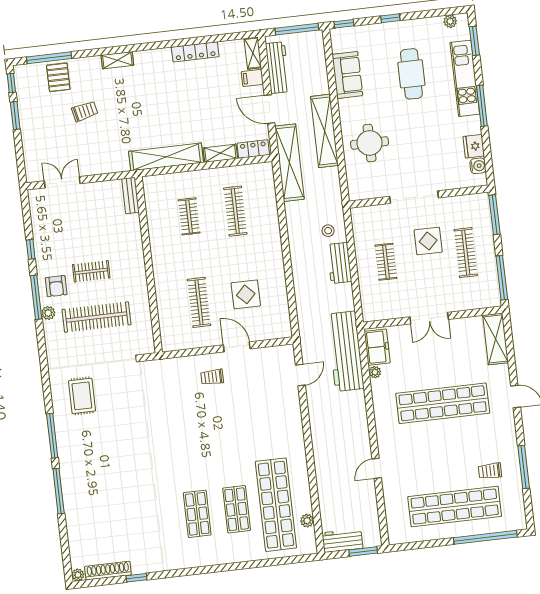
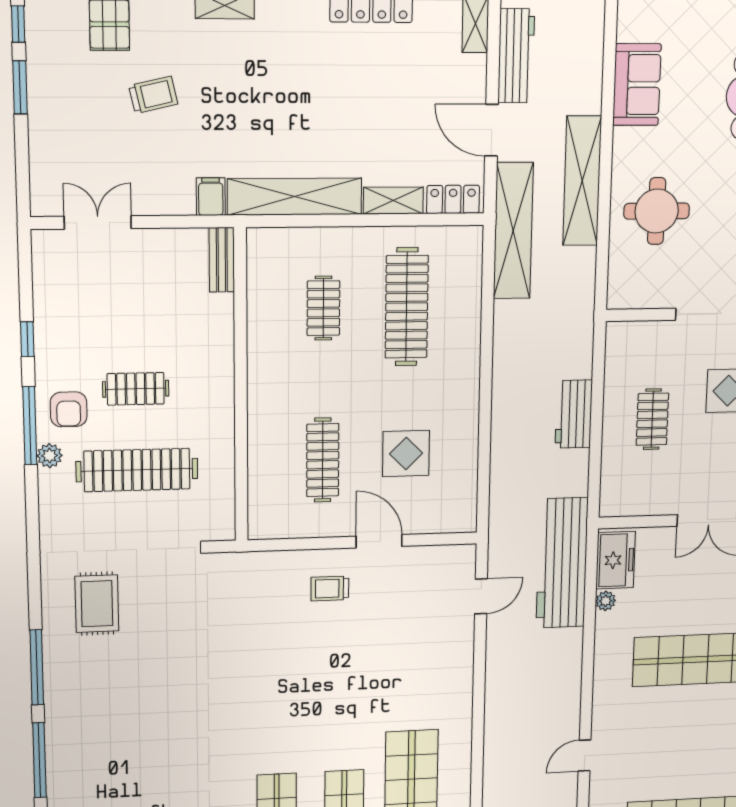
filing cabinet: (252, 78) -> (211, 197), moved, turned 90
clothes rail: (235, 211) -> (407, 307), width x1.37, depth x1.31
stool: (328, 231) -> (563, 357), removed

